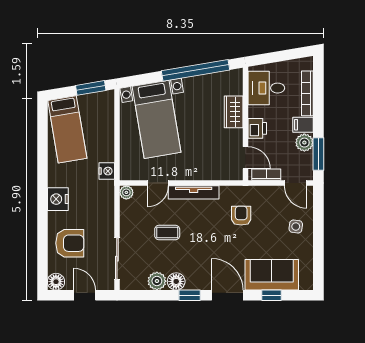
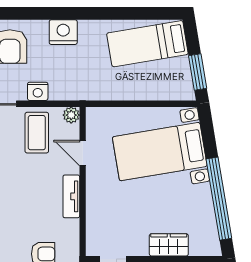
nightstand: (107, 171) -> (38, 91), moved
tv unit: (194, 192) -> (71, 196), width x0.71
coffee table: (167, 233) -> (37, 133), moved, width x1.36, depth x1.30

